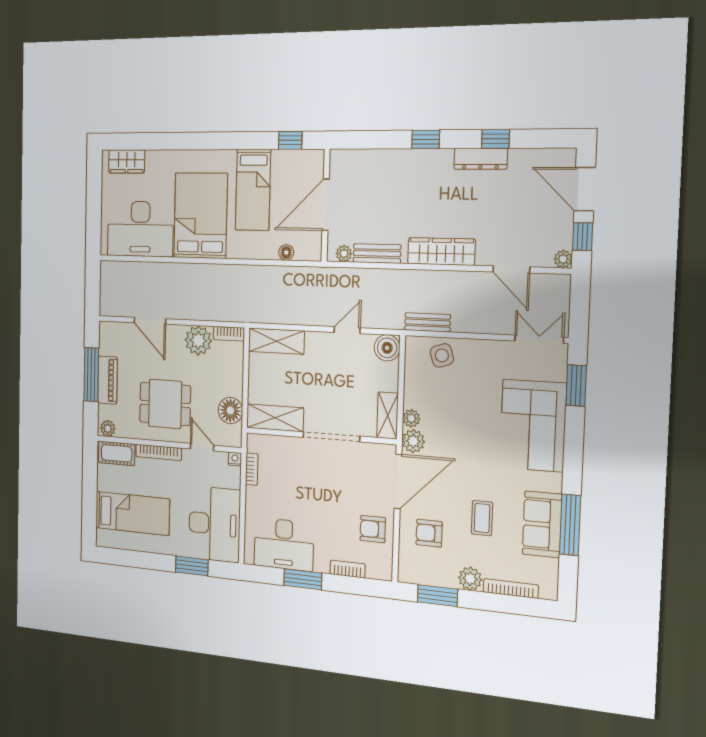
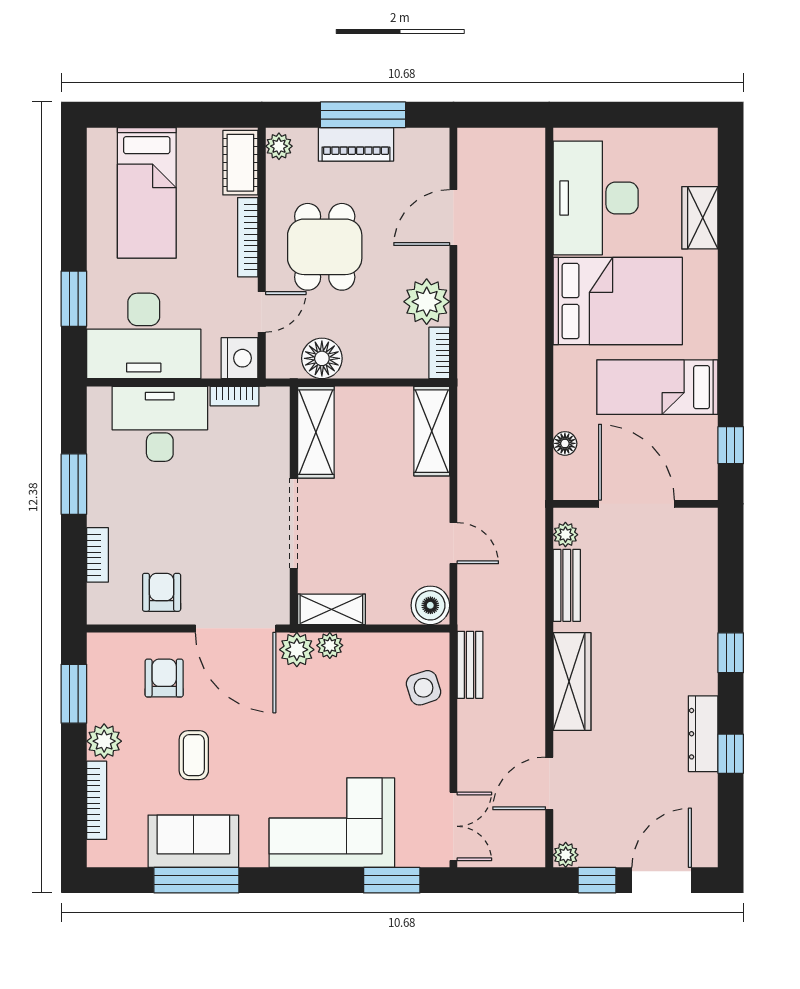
wardrobe: (127, 161) -> (700, 218), moved
nightstand: (235, 459) -> (240, 358), width x1.89, depth x1.79
coffee table: (482, 518) -> (194, 755), turned 90
desk: (284, 544) -> (160, 424), moved, turned 90

